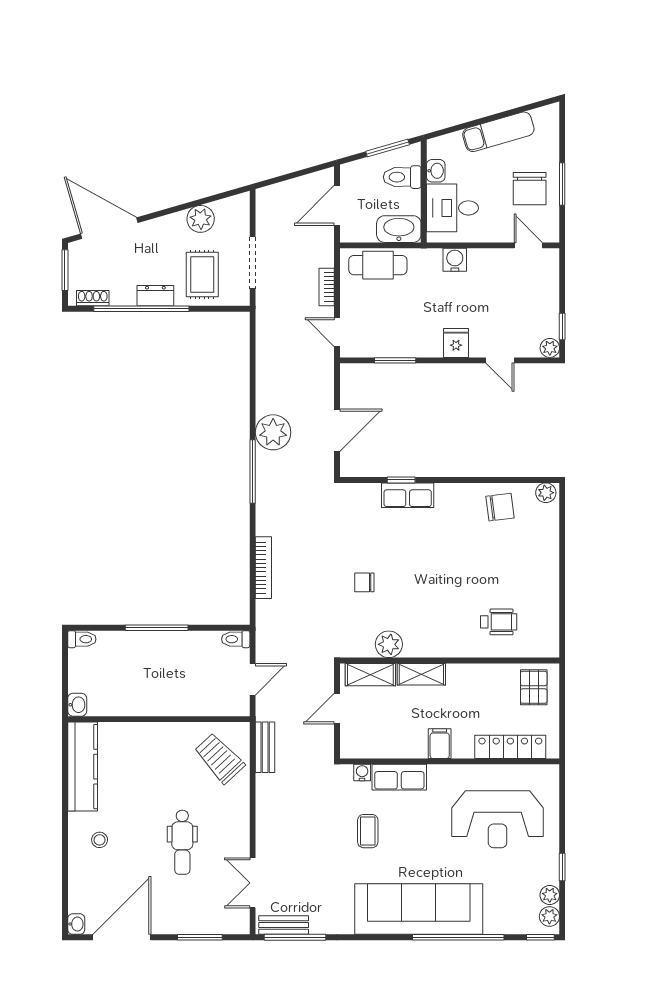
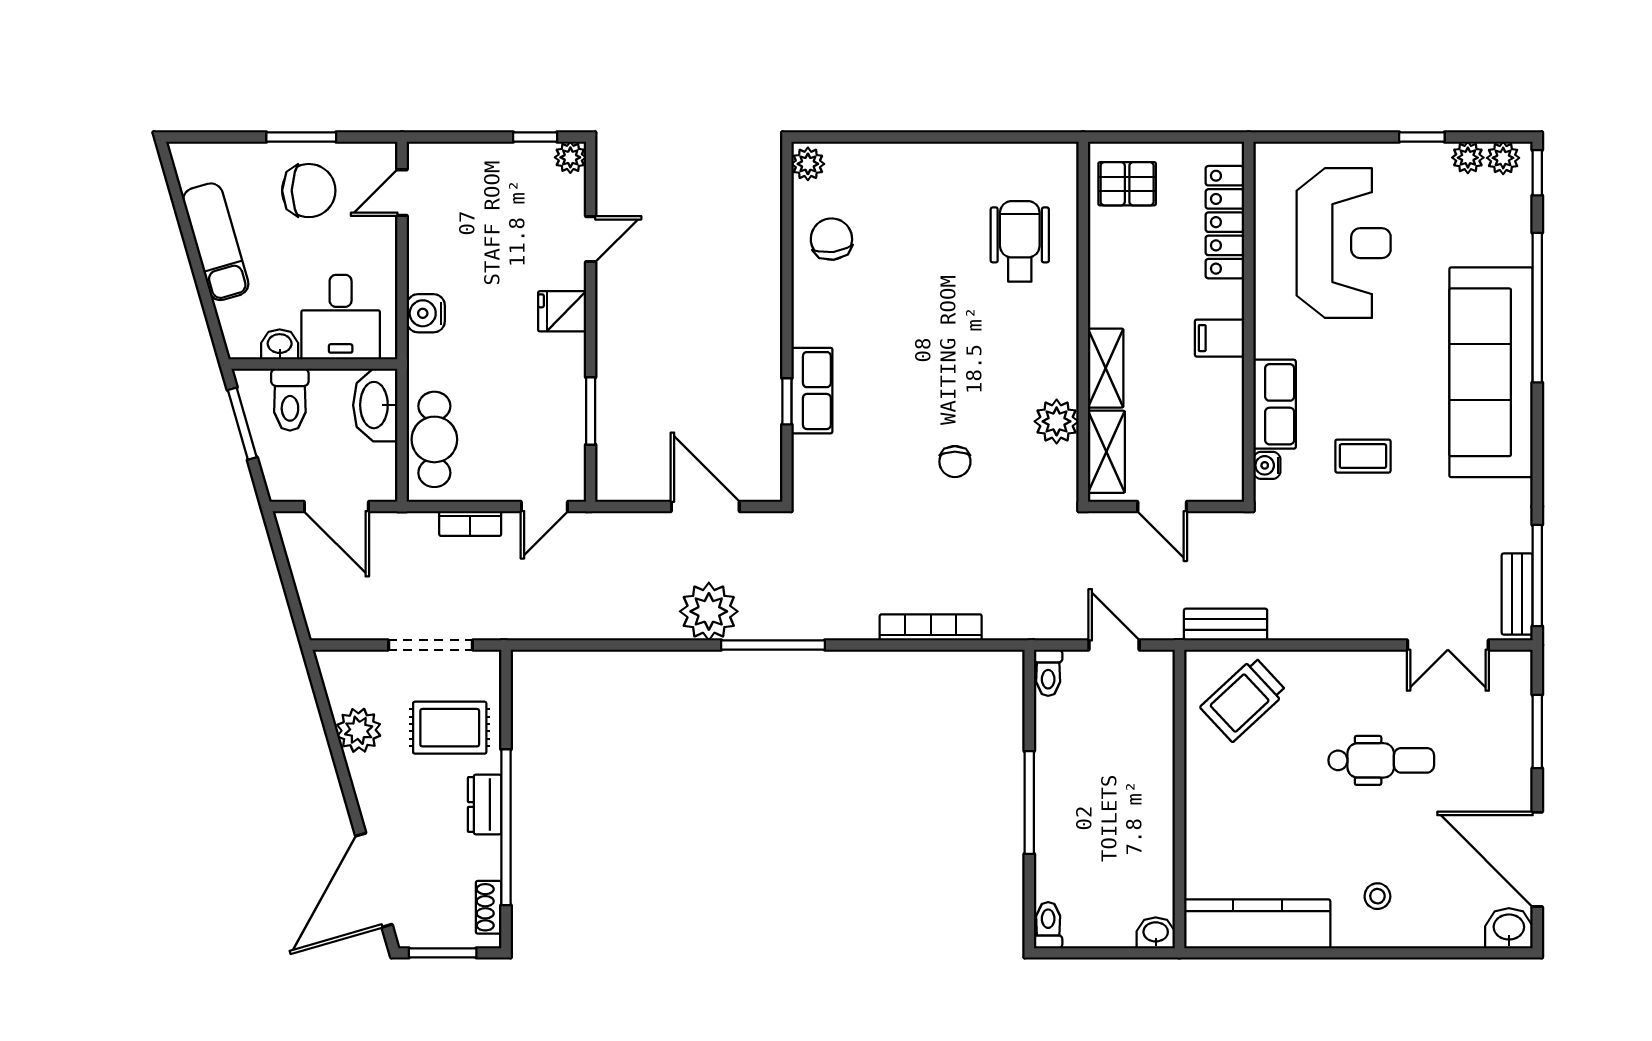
wheelchair: (499, 622) -> (1020, 241), width x1.36, depth x1.37
washbasin: (76, 924) -> (1509, 928), width x1.38, depth x1.45

